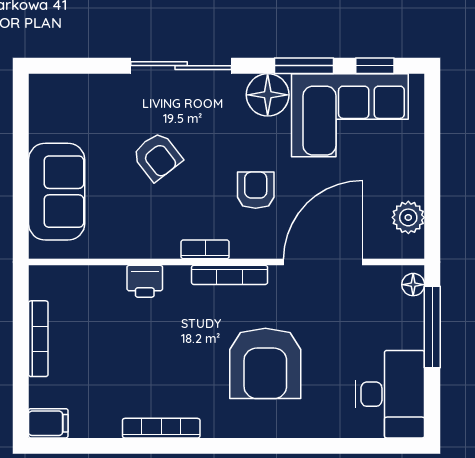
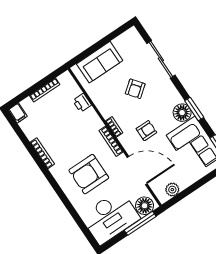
sliding door: (181, 66) -> (161, 59), moved
window: (304, 66) -> (194, 109), moved
printer: (145, 281) -> (82, 103), moved
floor lamp: (413, 285) -> (145, 206), width x1.89, depth x1.89
desk: (390, 394) -> (110, 217), width x1.36, depth x1.30

